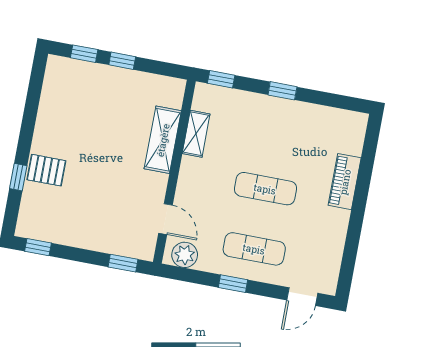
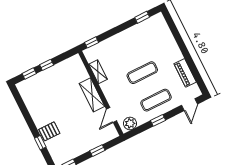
window: (282, 91) -> (142, 17), moved
shelving: (163, 140) -> (92, 95), moved
piano: (345, 182) -> (185, 73), moved
door: (165, 219) -> (112, 115), swing flipped
window: (123, 263) -> (97, 151), moved

